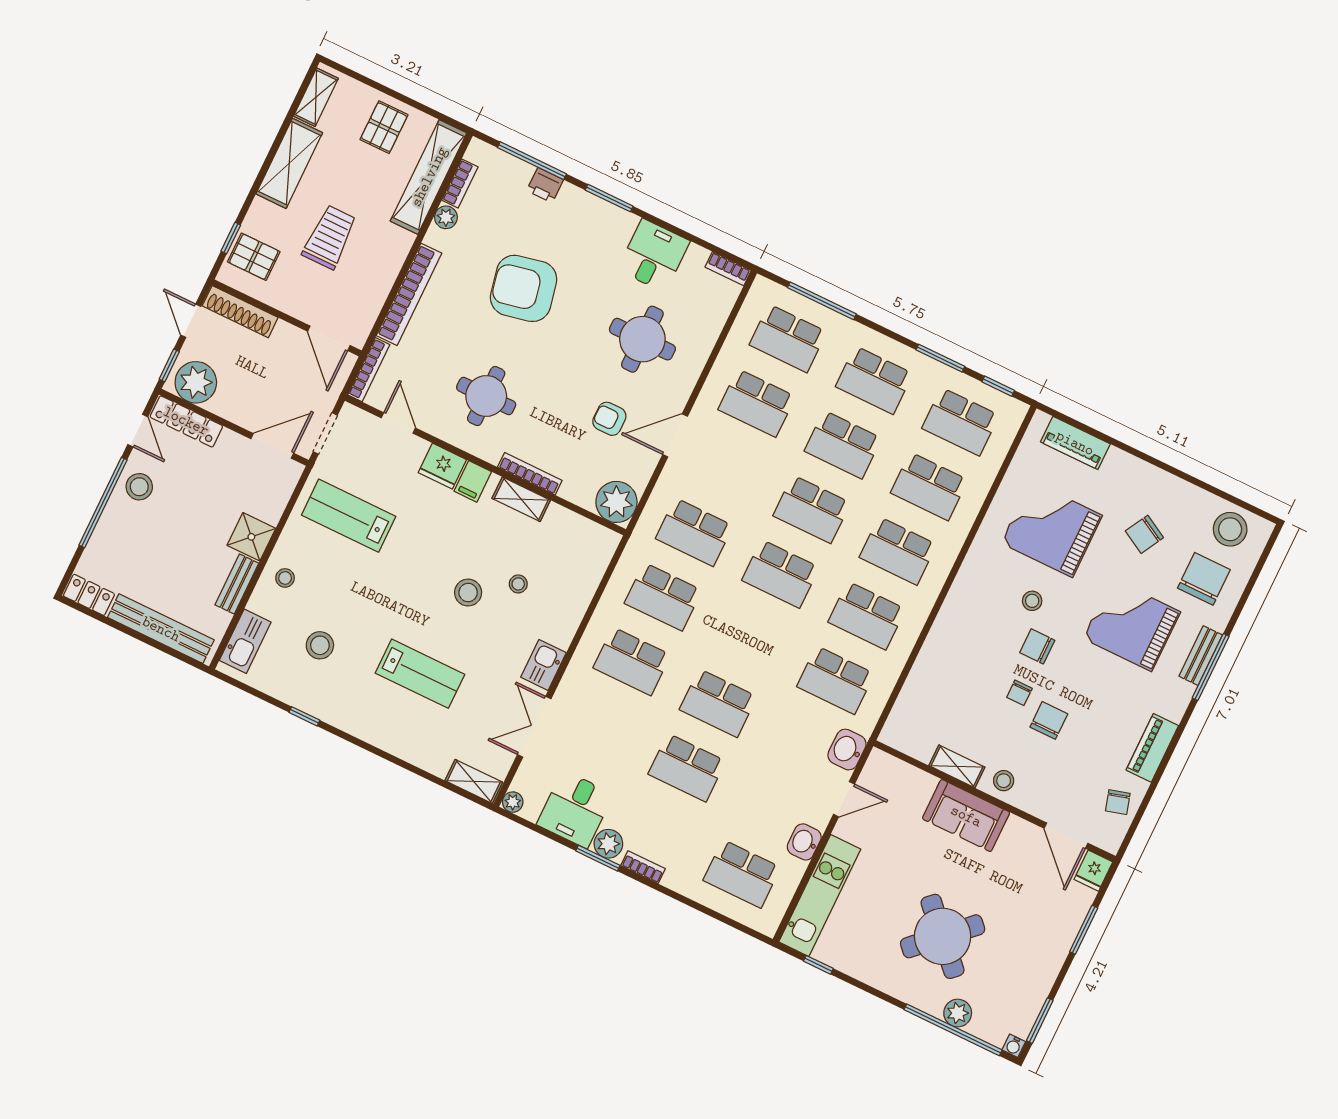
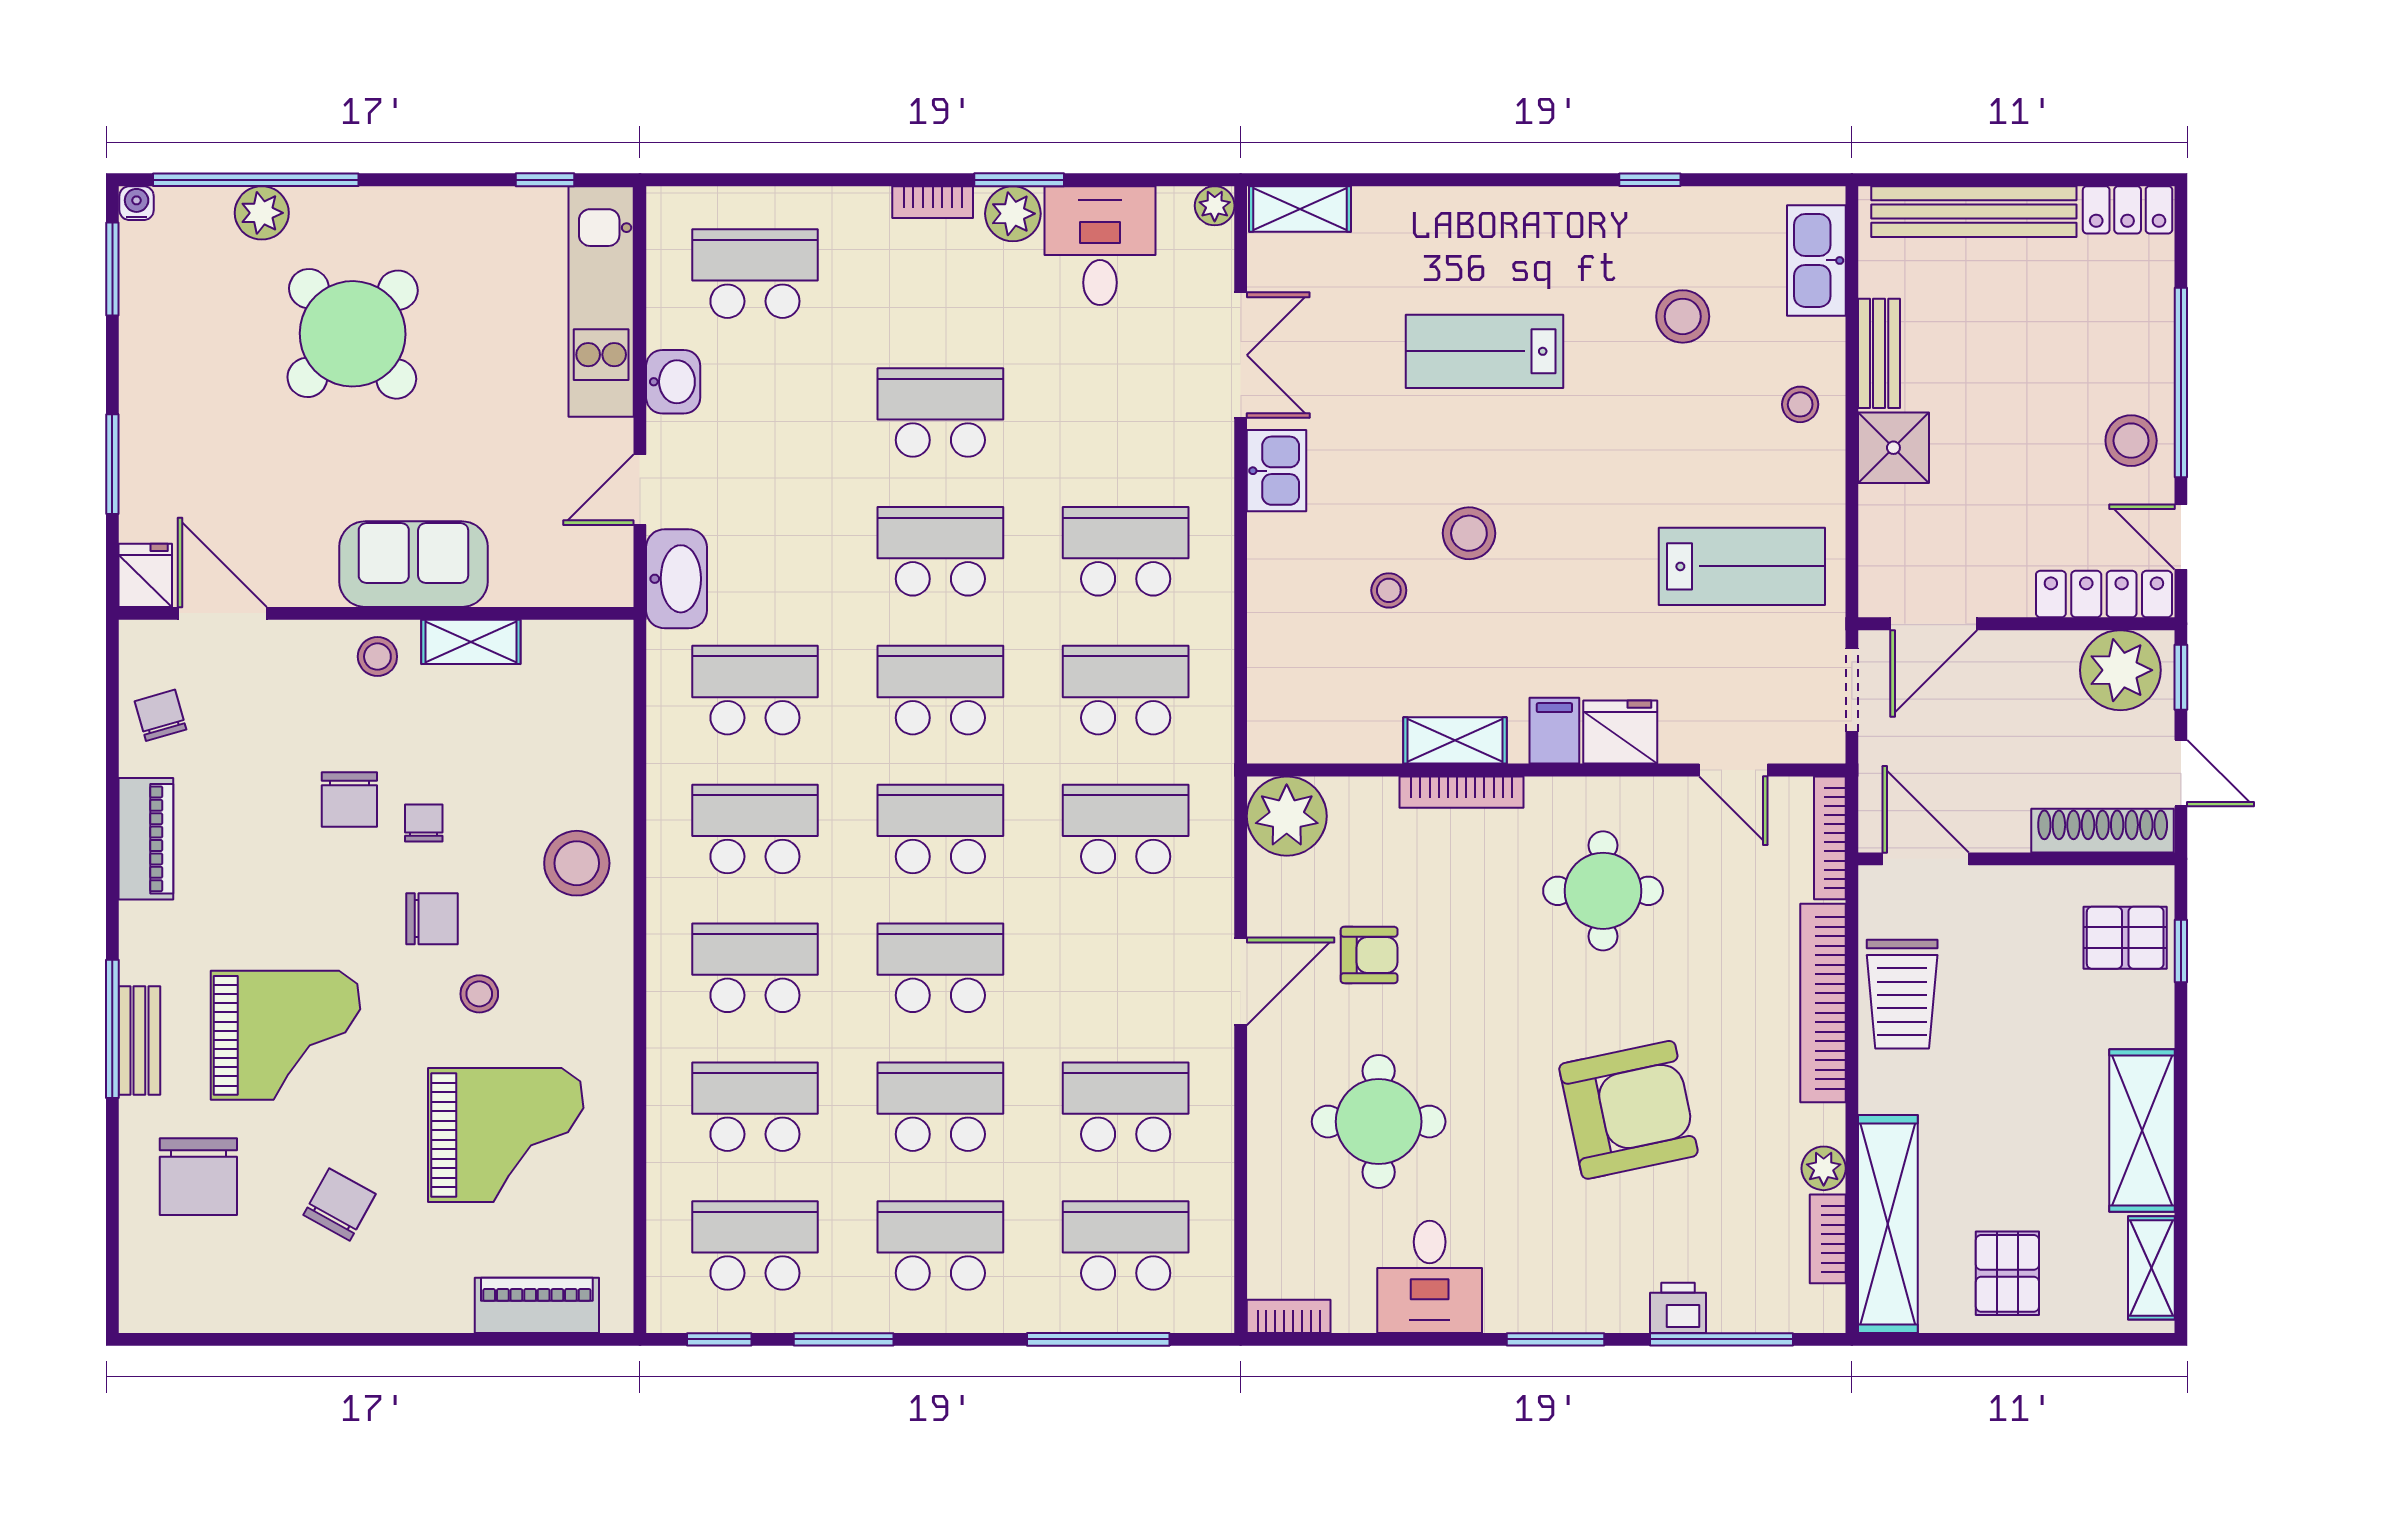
trolley: (330, 237) -> (1902, 994), moved
stool: (1230, 529) -> (577, 863), moved
school desk: (749, 638) -> (940, 690), added
washbasin: (847, 750) -> (677, 579), width x1.38

